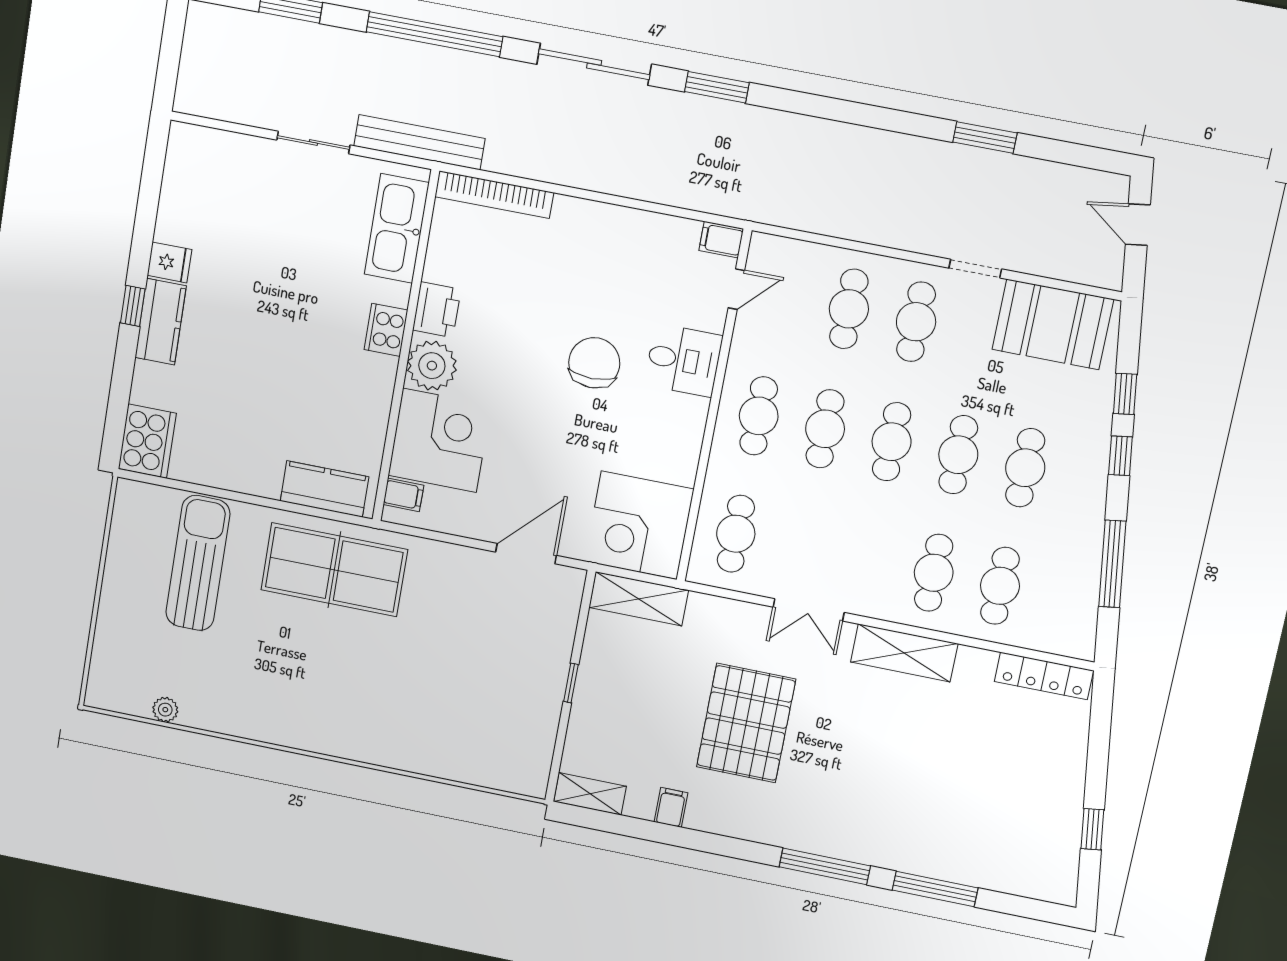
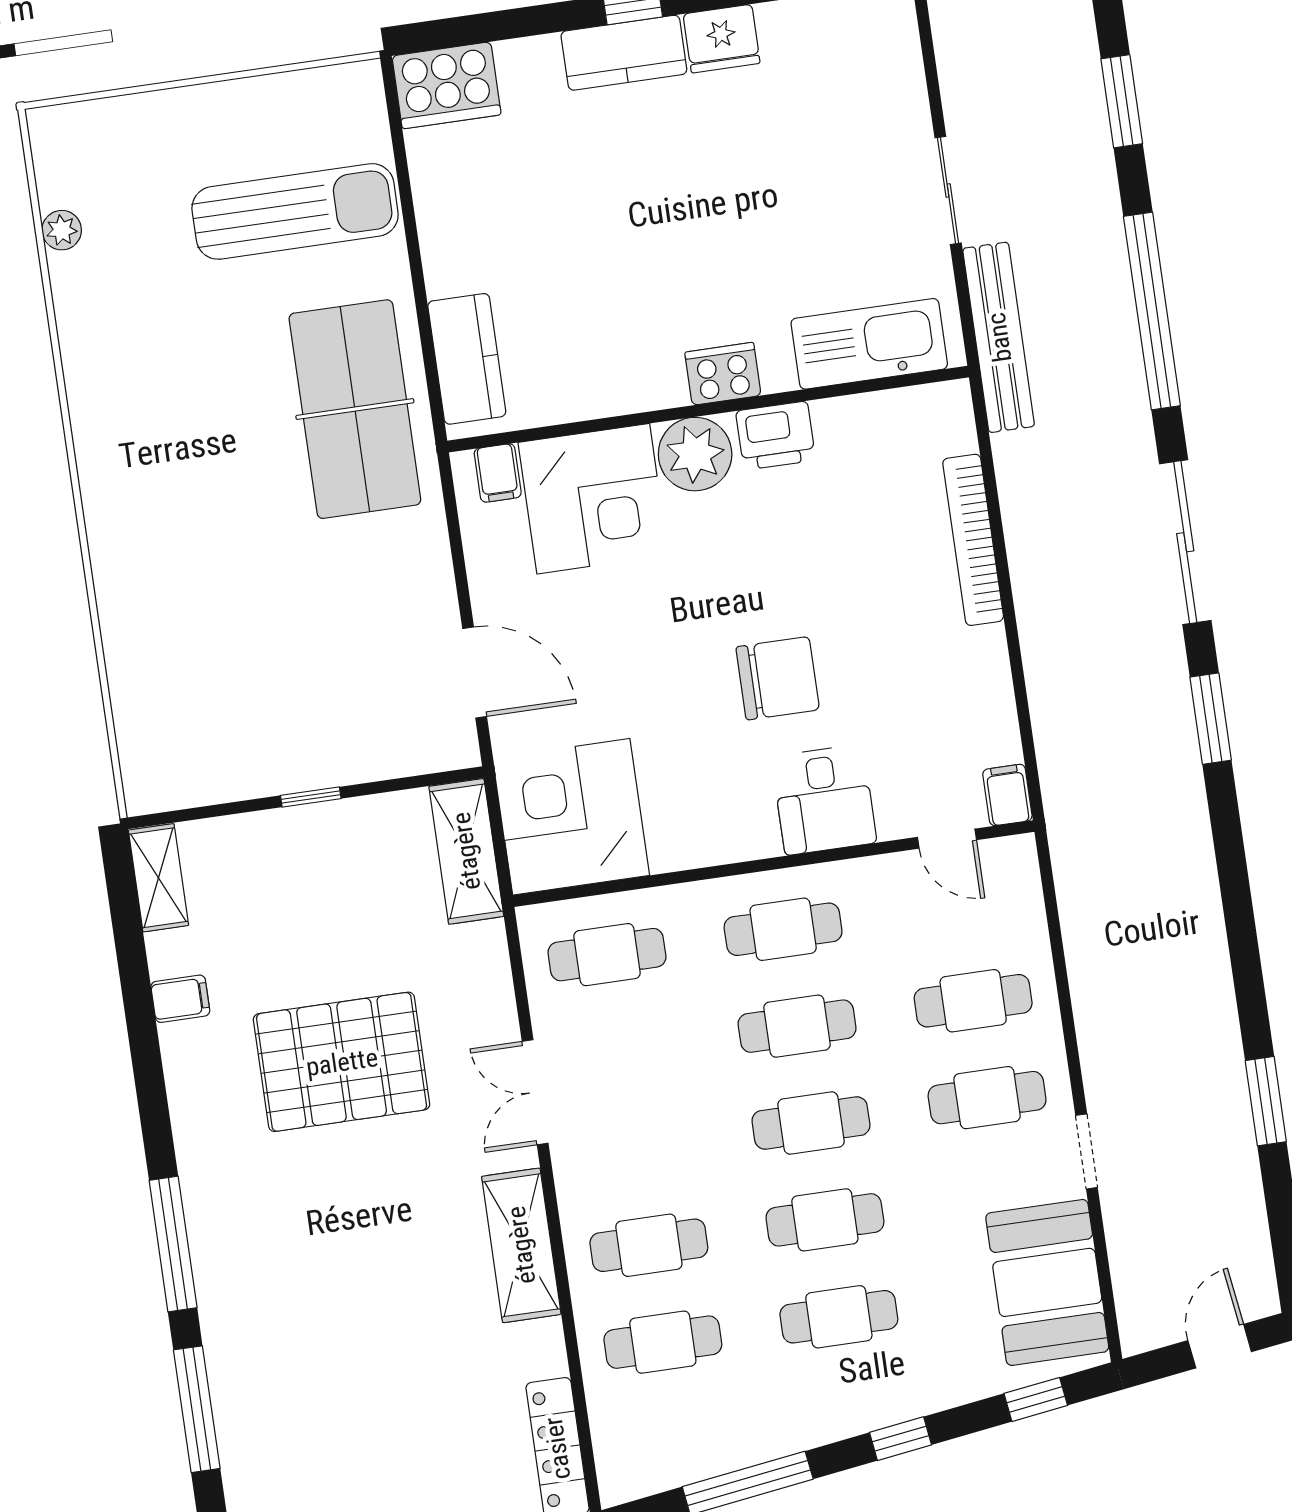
bookcase: (494, 195) -> (973, 540), moved
fridge: (169, 262) -> (722, 39), width x1.38
window: (1125, 394) -> (1036, 1399), moved

